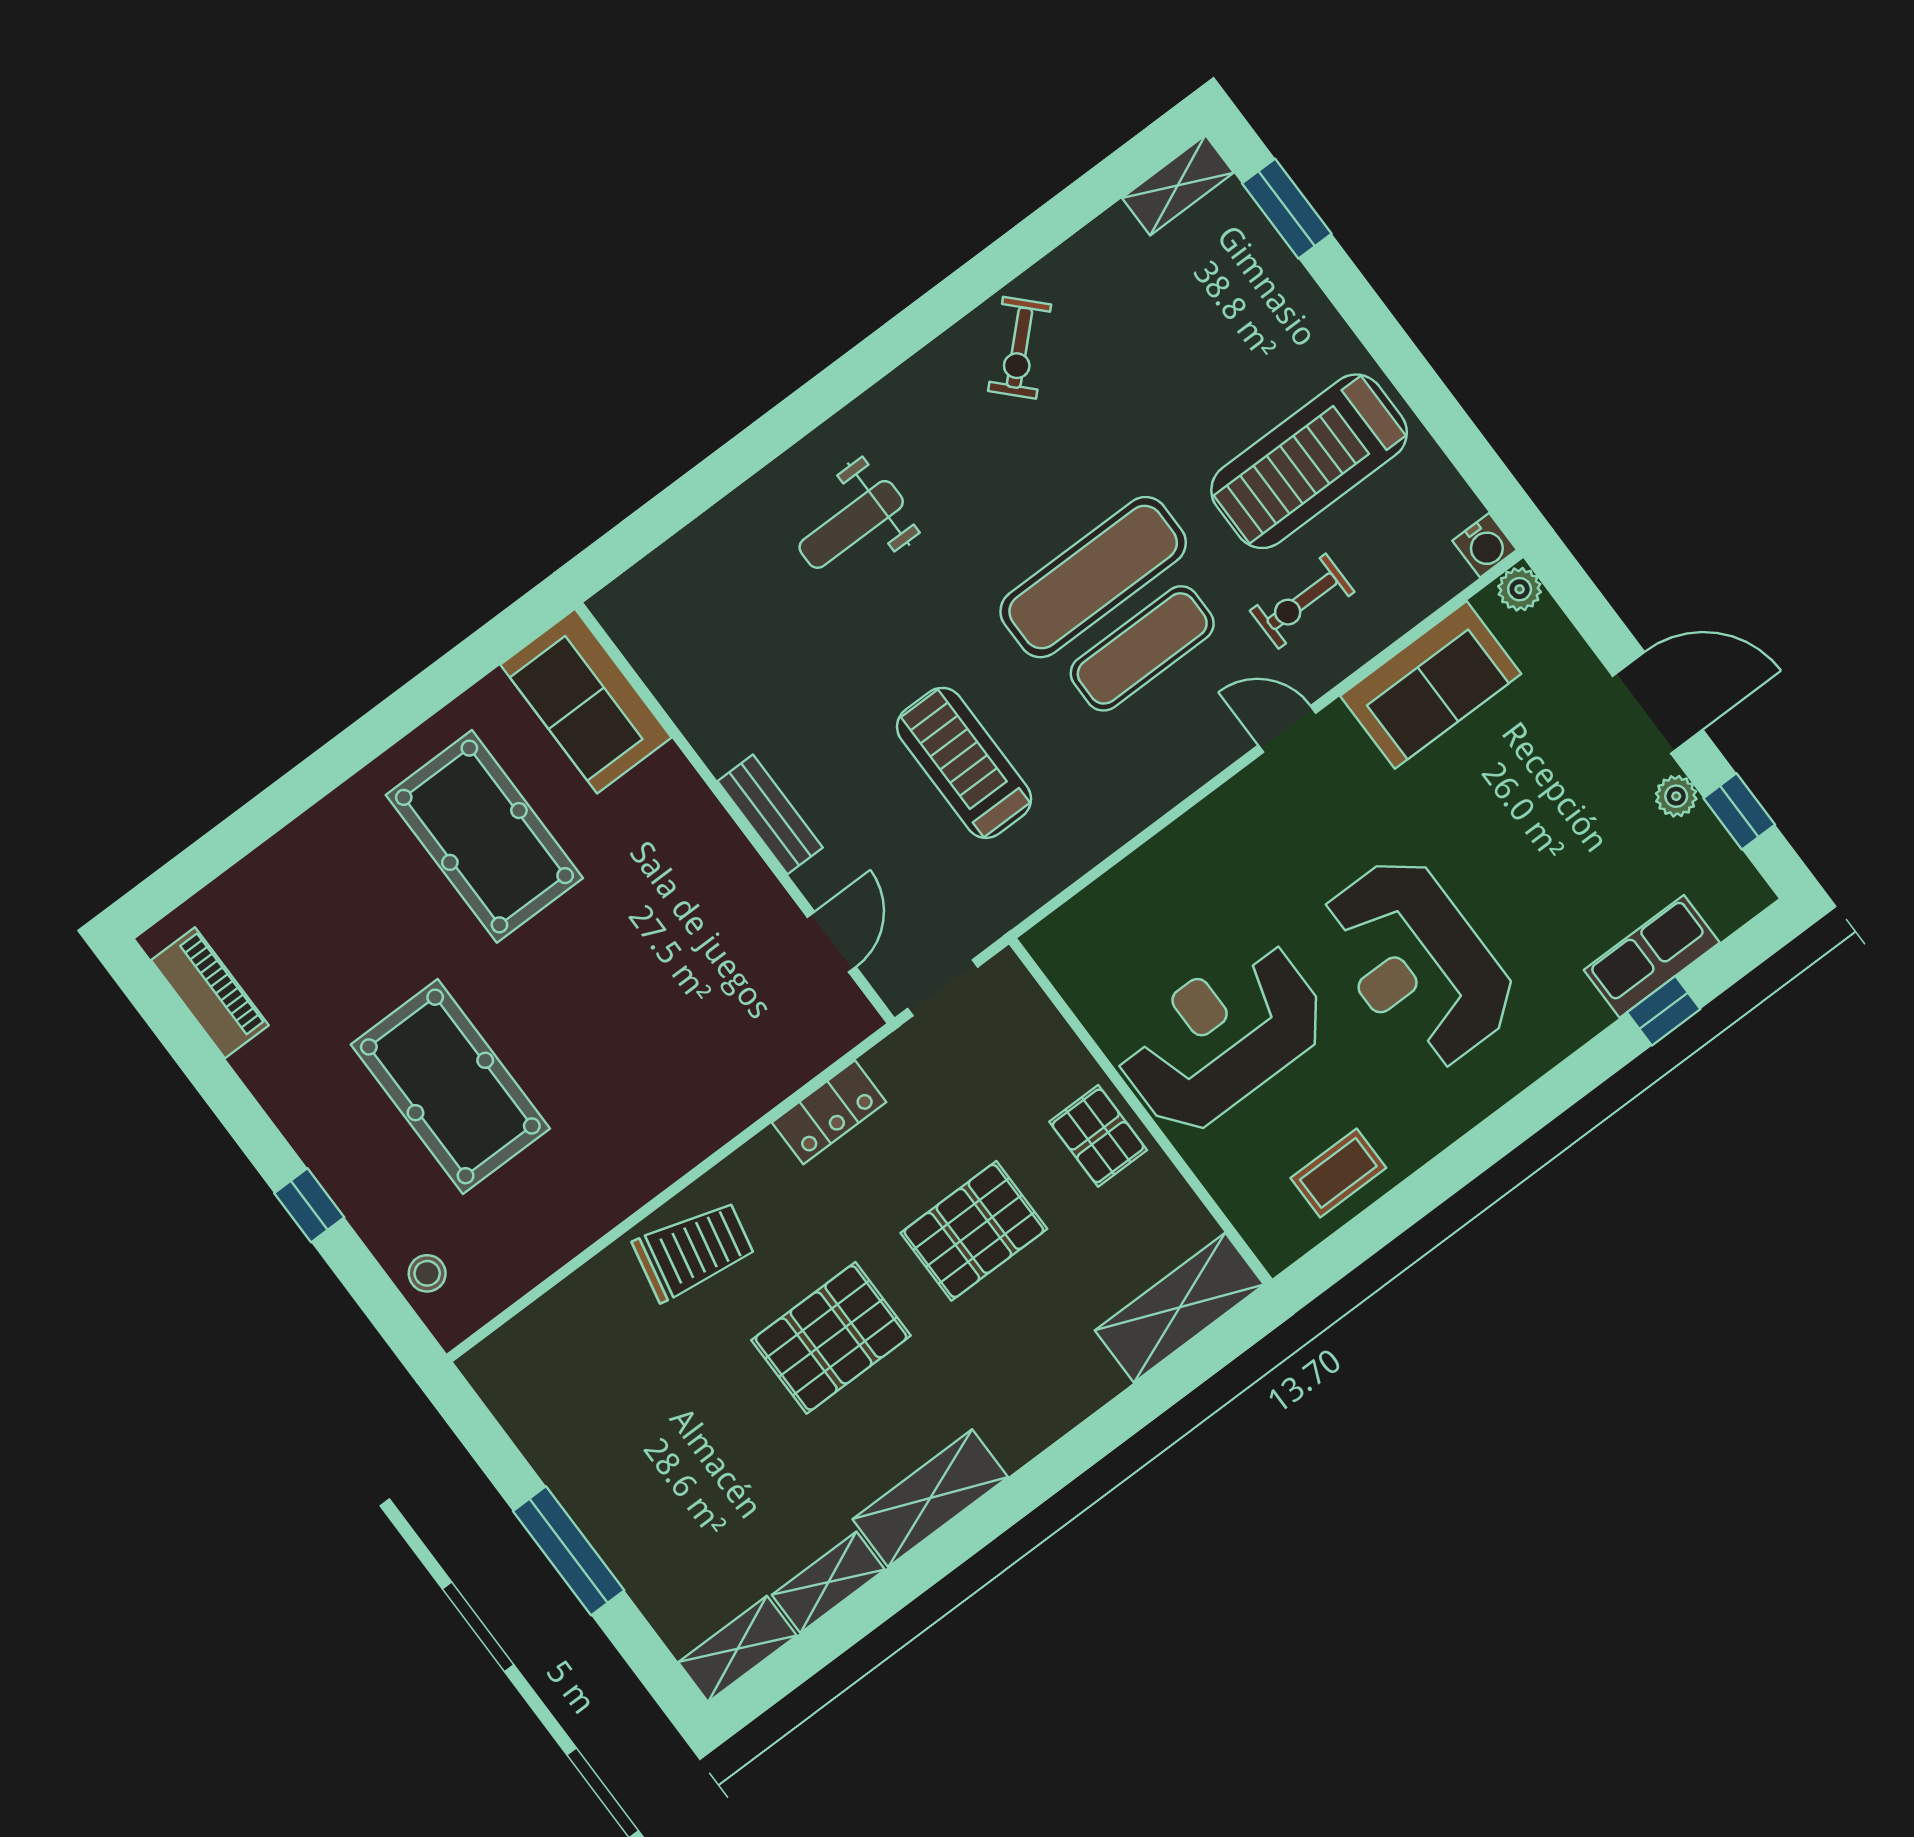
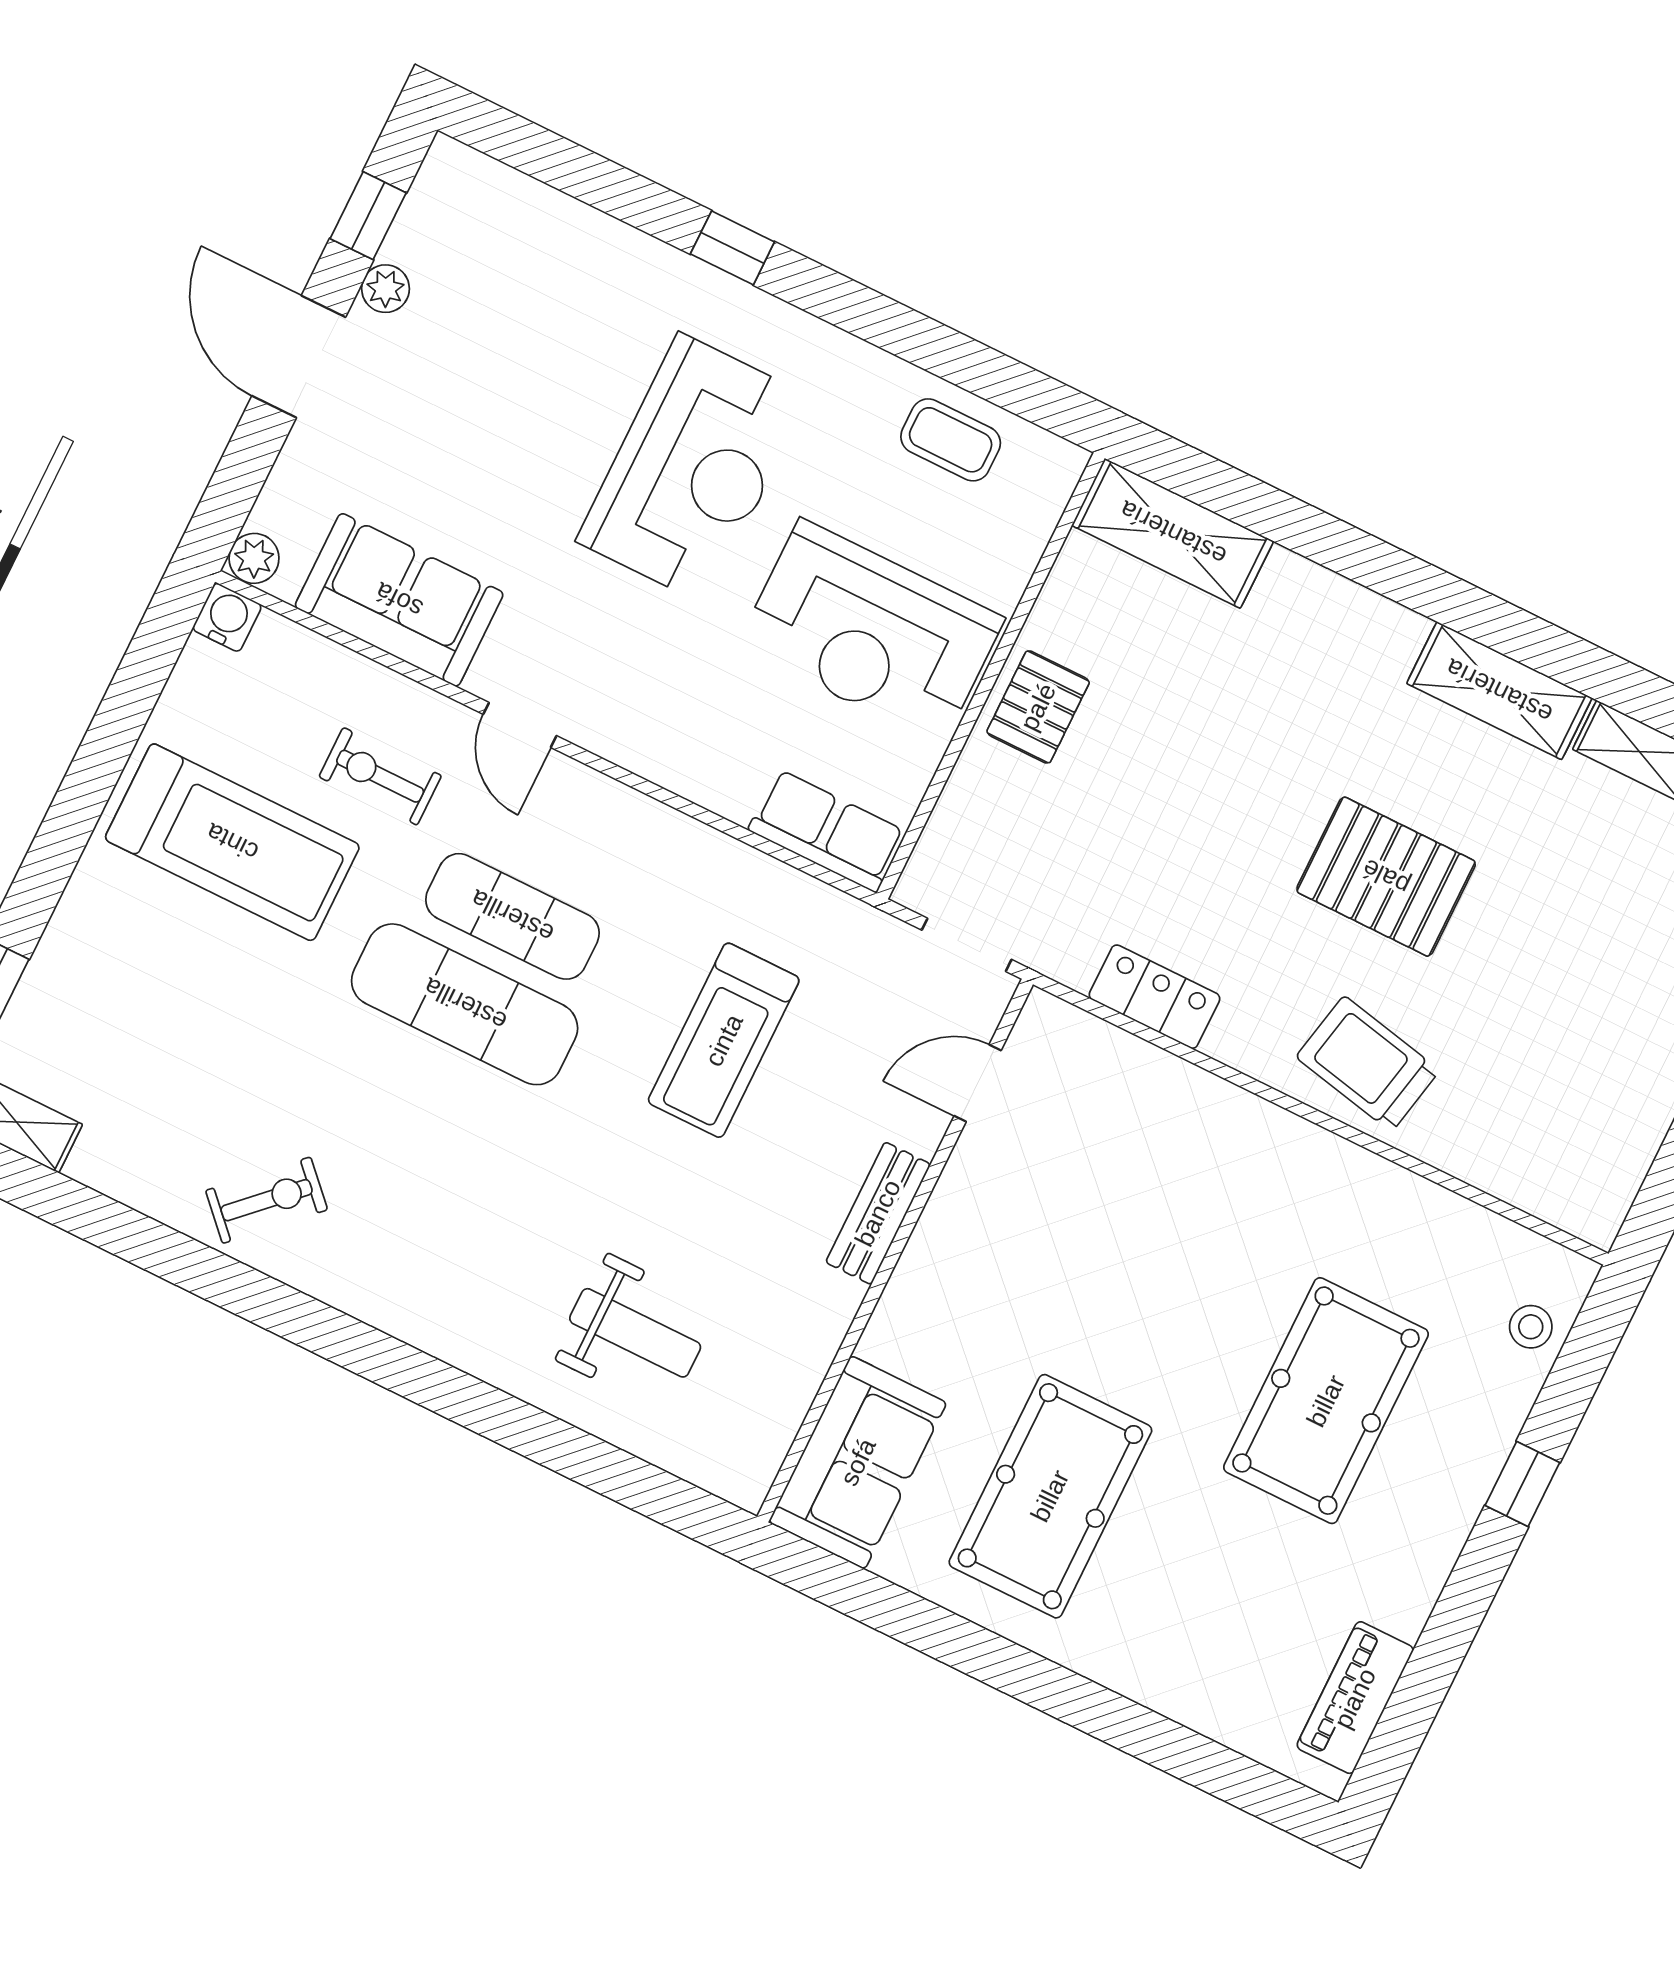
weight bench: (851, 524) -> (635, 1333), moved
exercise bike: (1302, 601) -> (380, 776), turned 180
row of seats: (1652, 956) -> (827, 831), moved, turned 180
window: (1664, 1011) -> (732, 248), moved
pallet: (974, 1231) -> (1201, 785), removed

